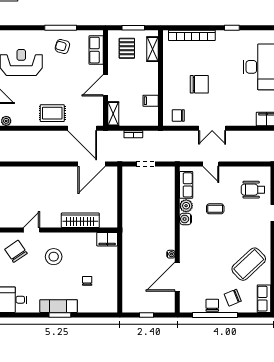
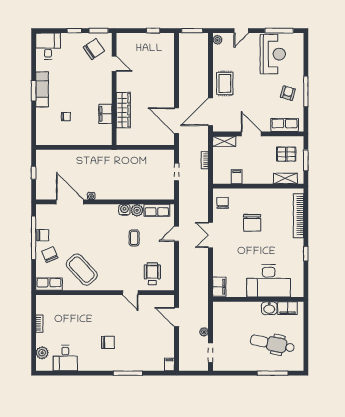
filing cabinet: (107, 239) -> (105, 114), moved
stool: (54, 257) -> (89, 85), removed

